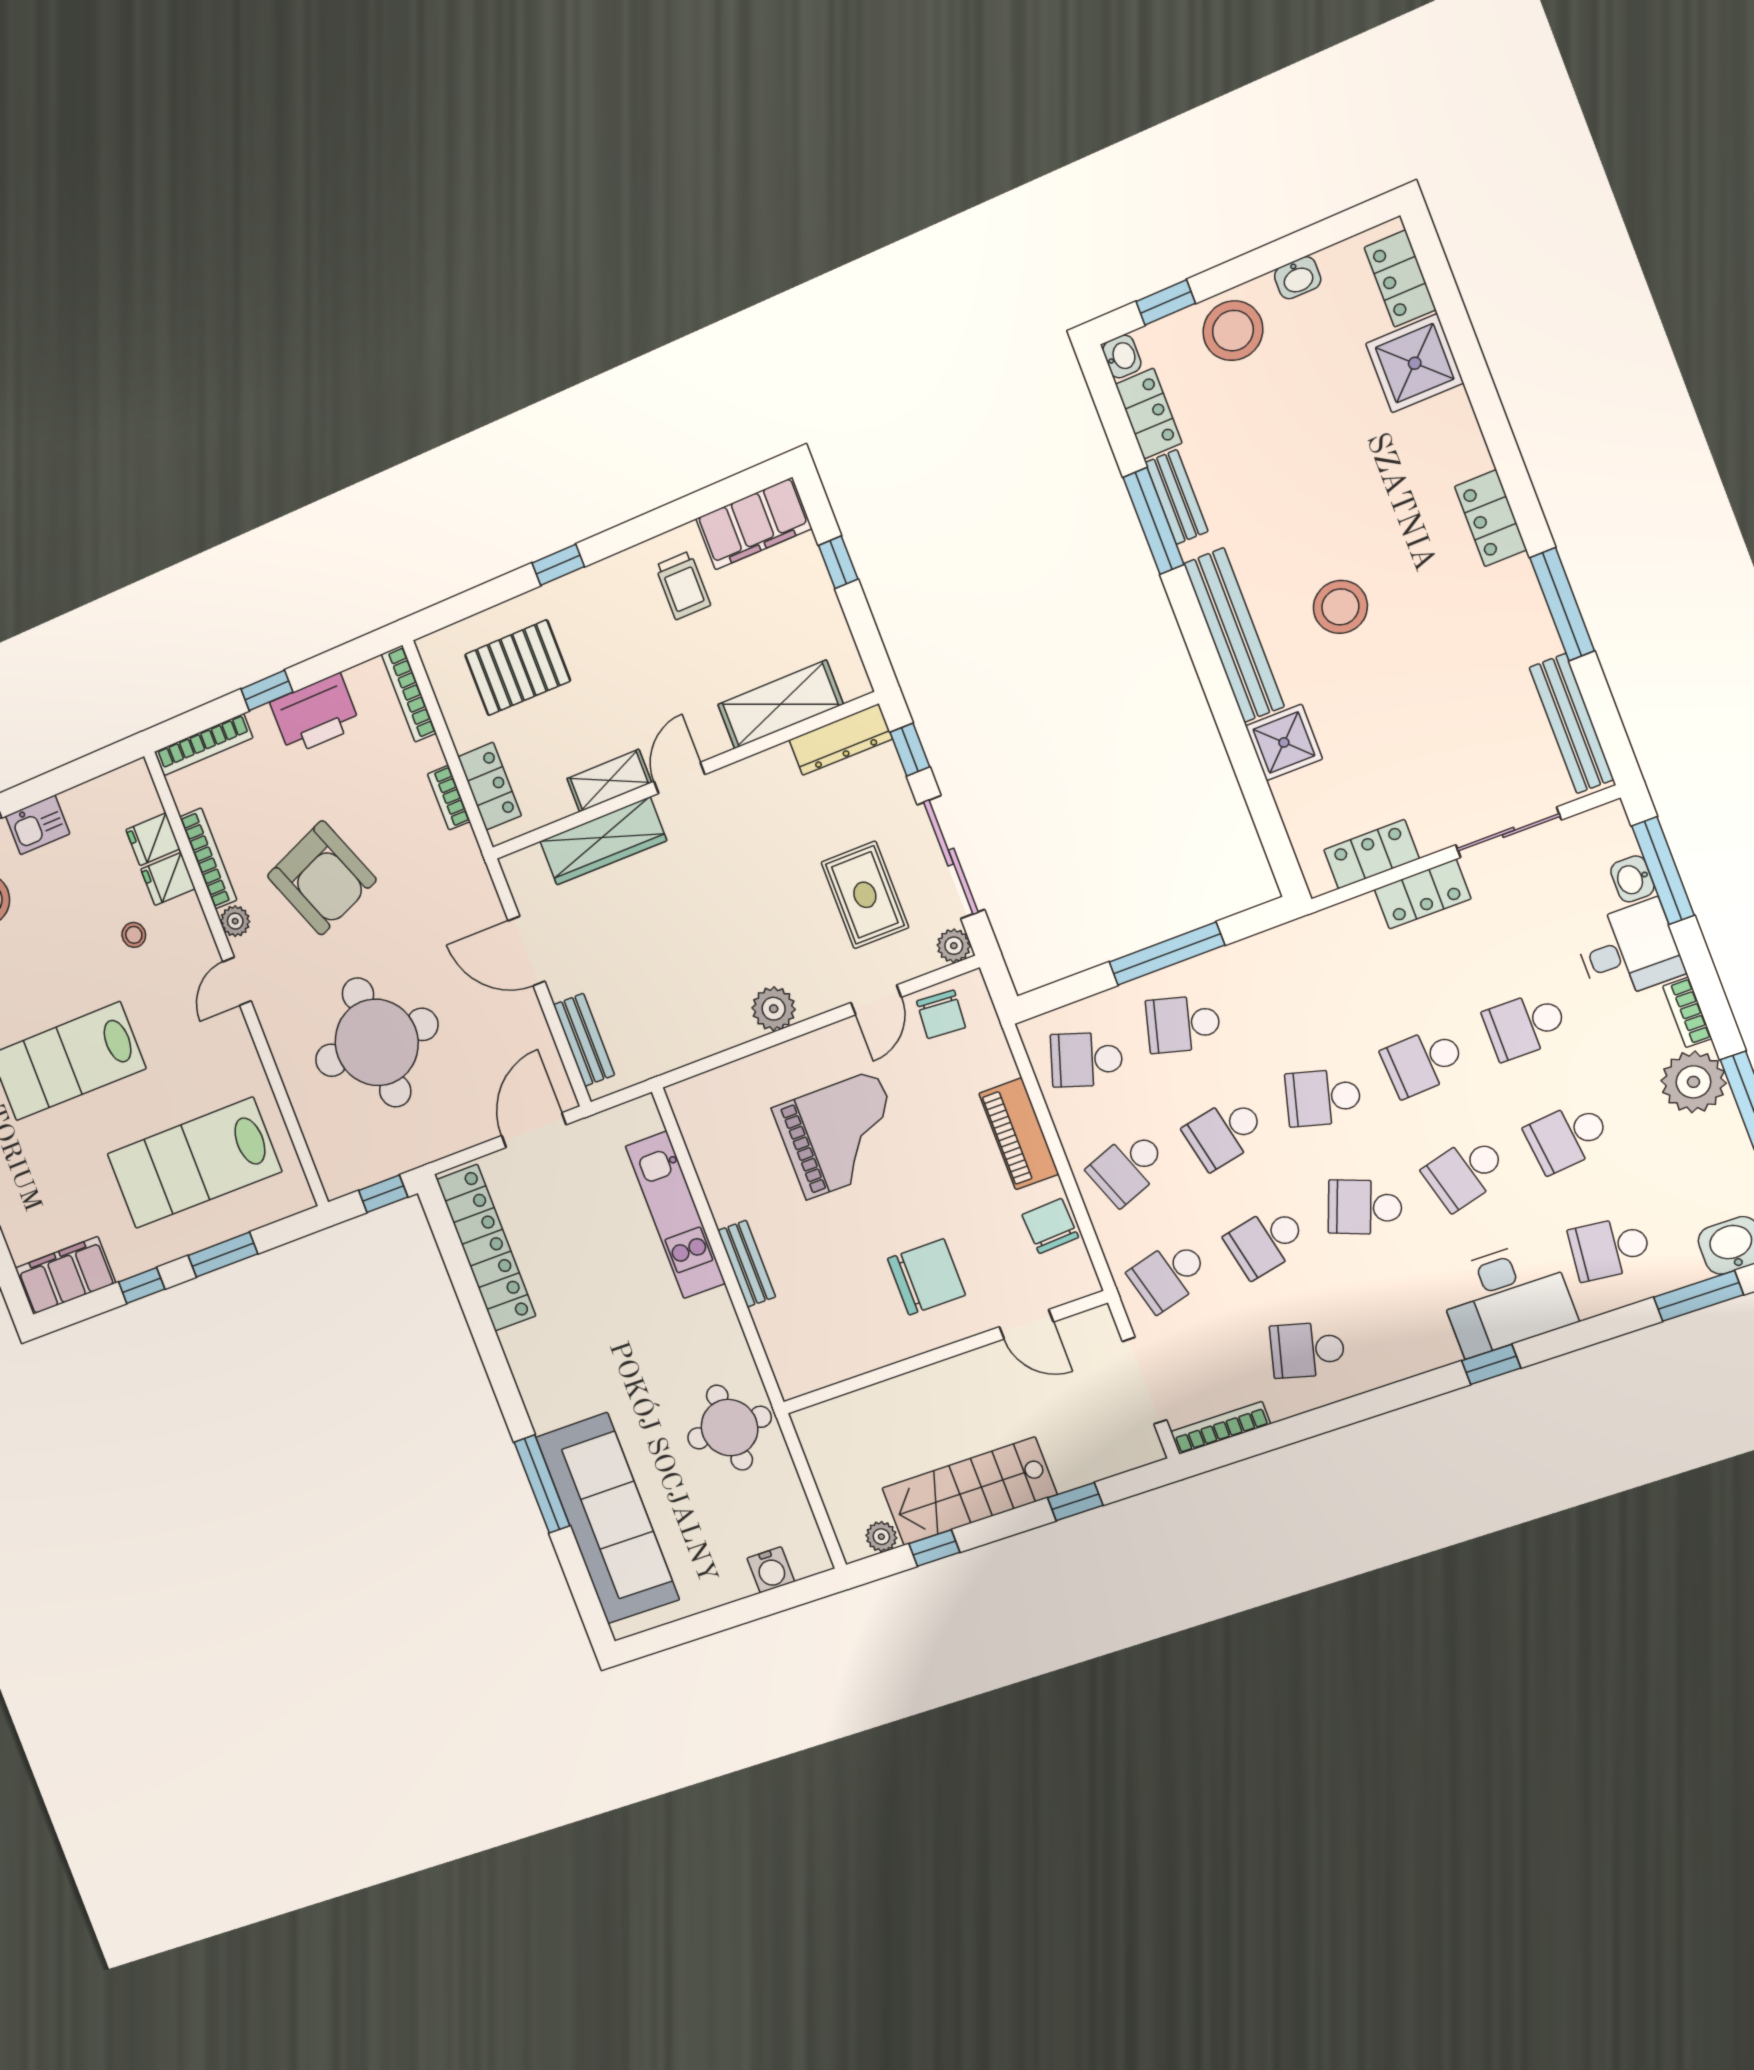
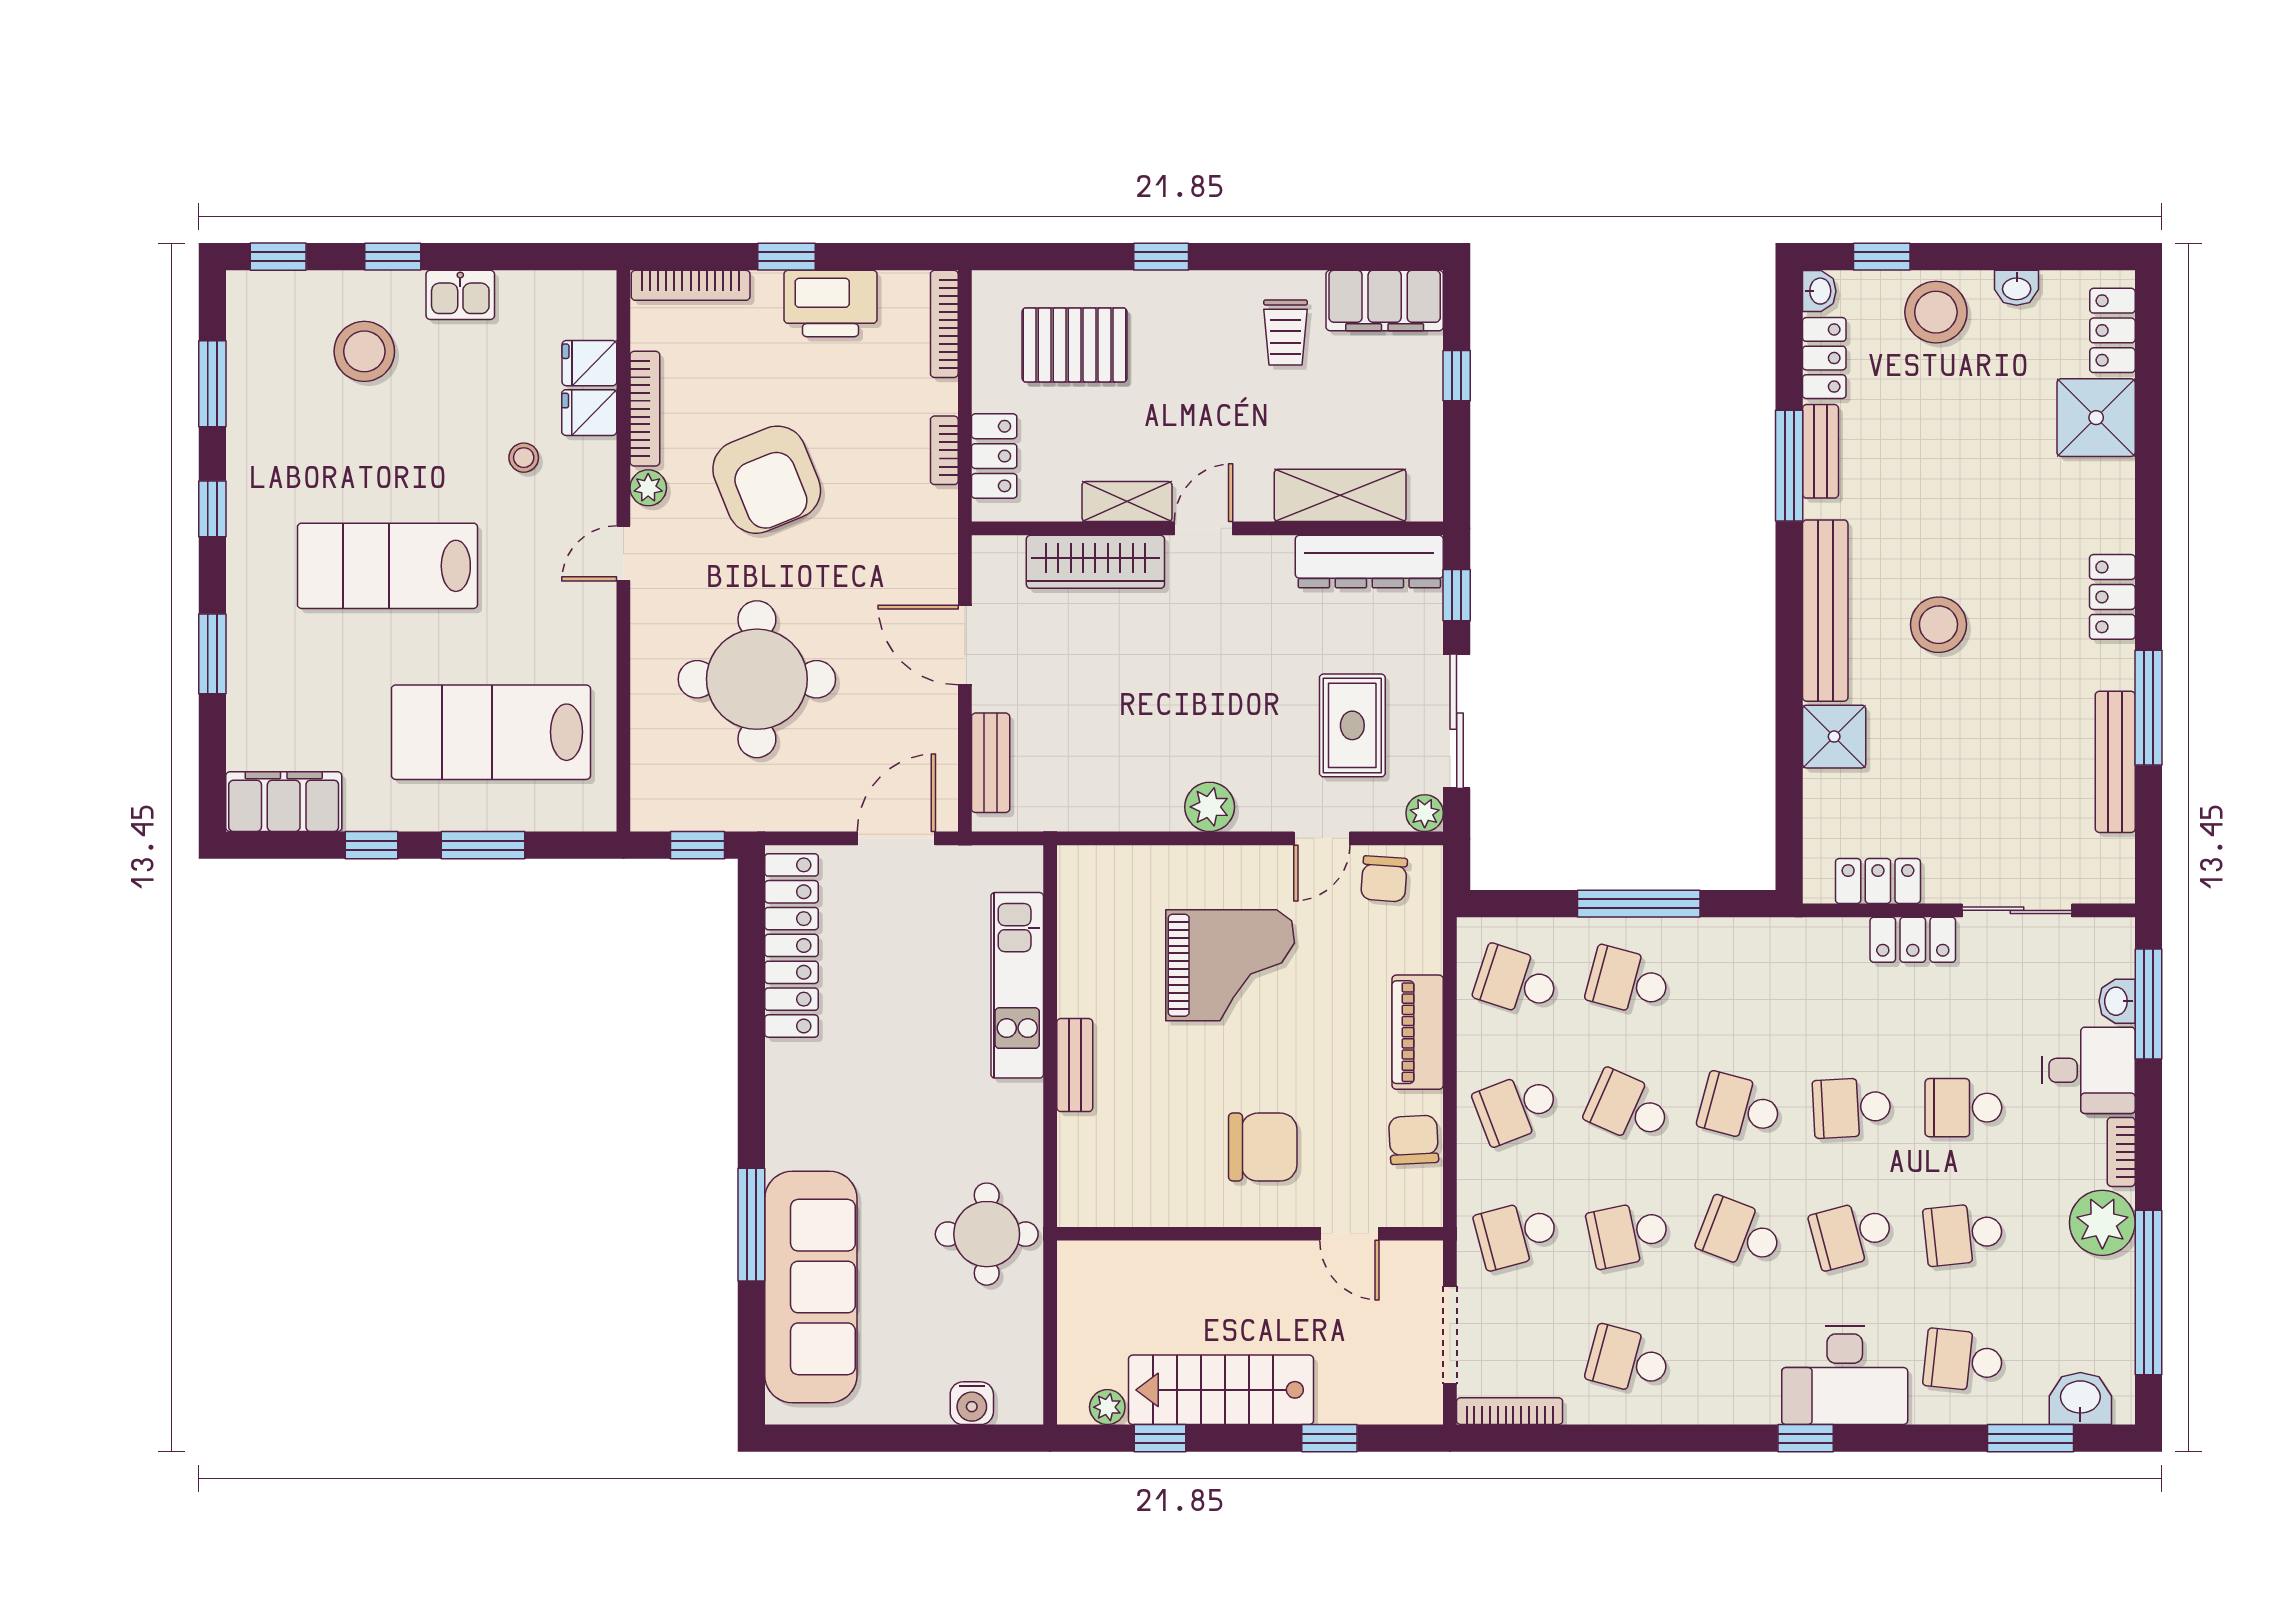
bench: (1572, 723) -> (2115, 762), moved
dresser: (841, 739) -> (1369, 562), width x1.37, depth x1.24
school desk: (1225, 1133) -> (1628, 1108), turned 36

